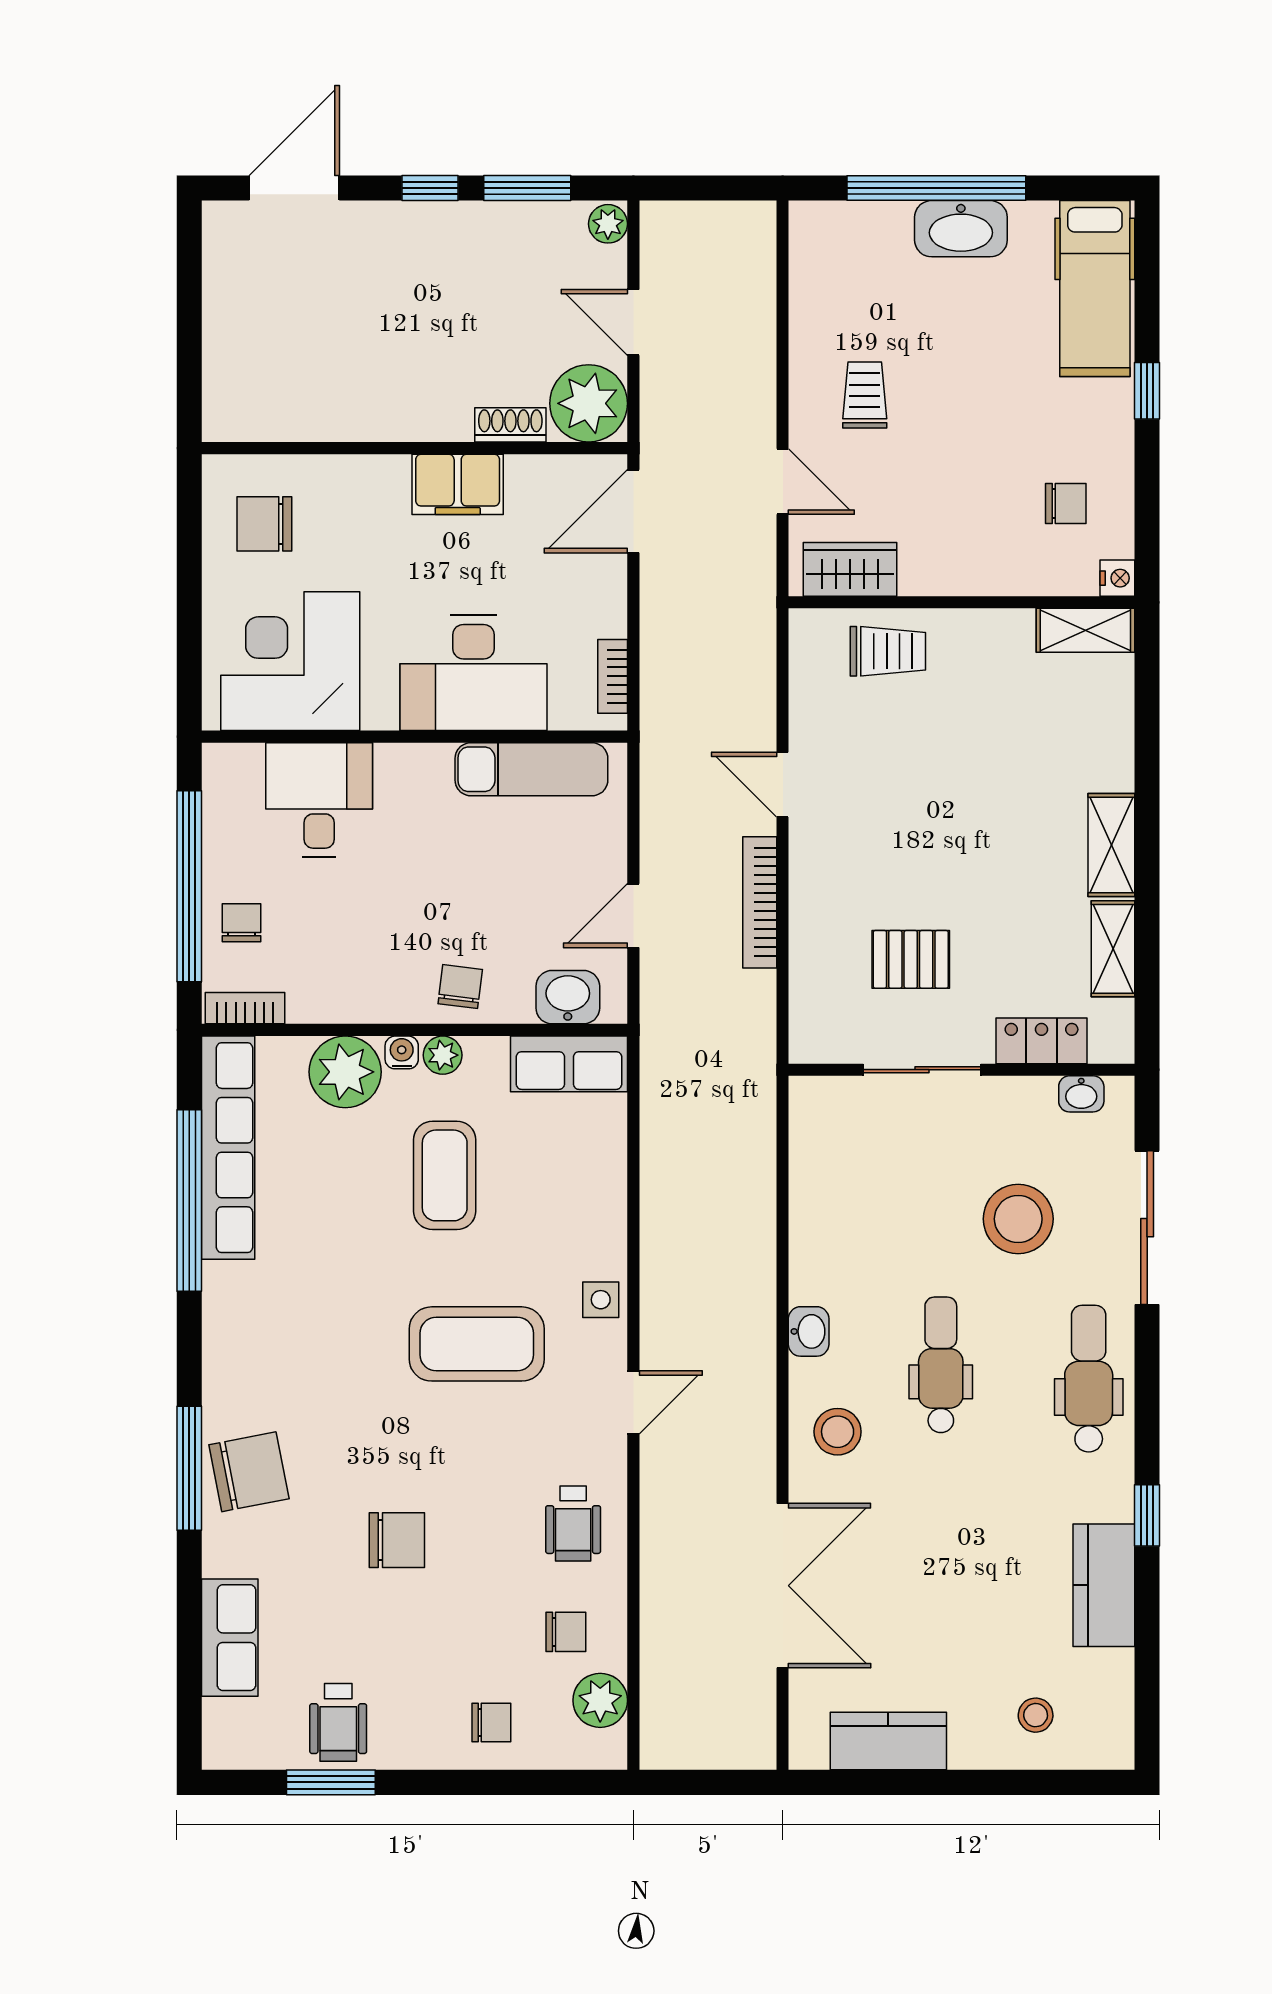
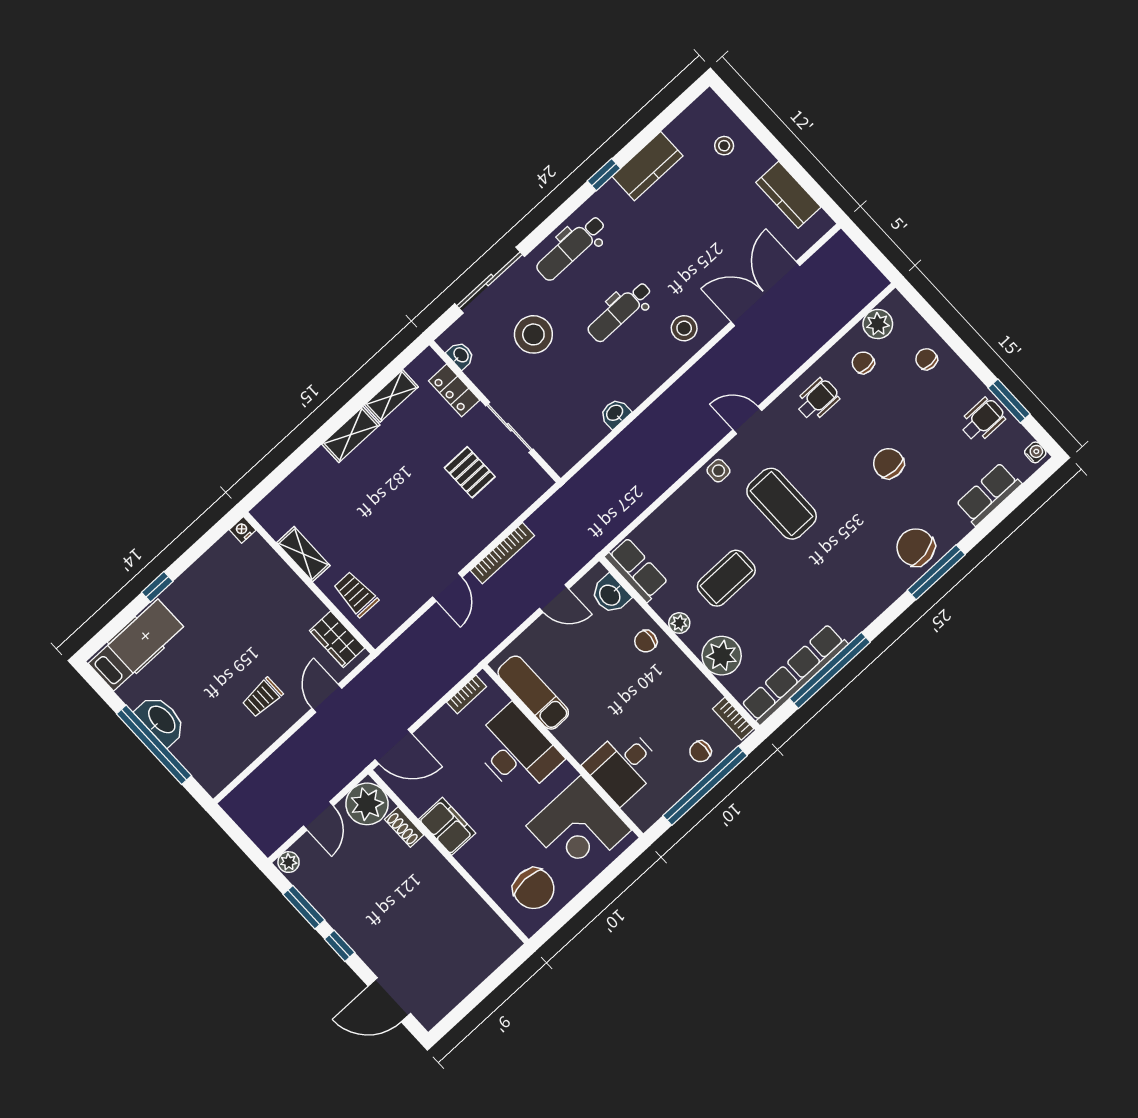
chair: (1066, 503) -> (232, 578), removed
chair: (264, 524) -> (534, 888), width x1.37, depth x1.37
shelving: (1085, 630) -> (303, 554), moved
water cooler: (402, 1052) -> (1035, 452), moved, turned 180
washbasin: (809, 1331) -> (615, 413), moved

